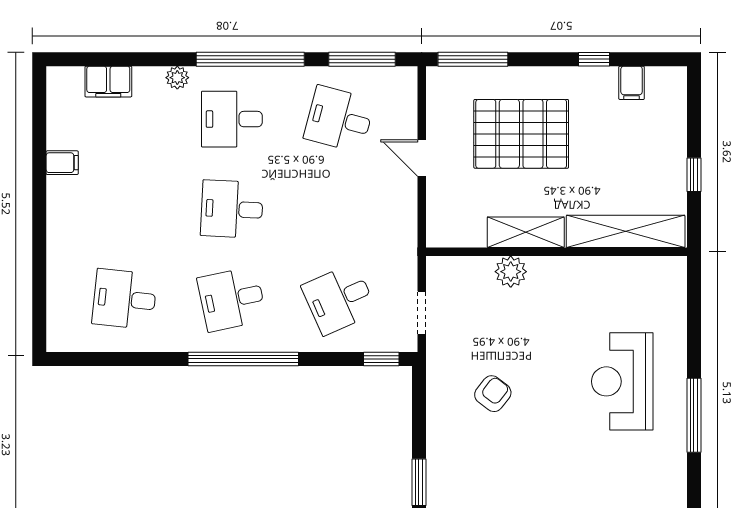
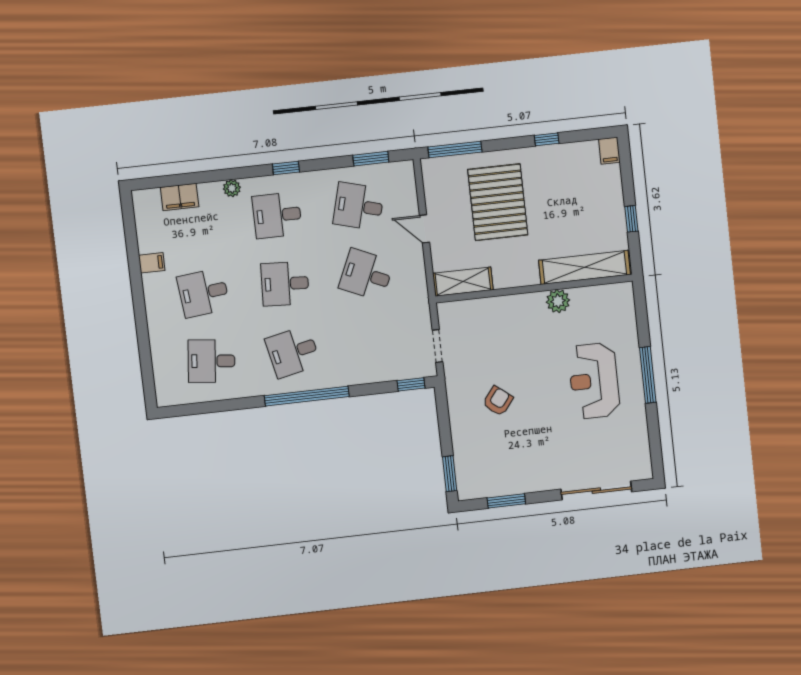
window: (250, 59) -> (286, 168), width x0.32
window: (362, 59) -> (371, 159), width x0.69
filing cabinet: (632, 83) -> (609, 151), moved
pallet: (521, 134) -> (498, 202), turned 90
desk: (125, 209) -> (203, 293), added
shelving: (526, 232) -> (463, 282), moved
plant: (511, 272) -> (558, 301), moved
desk: (339, 299) -> (366, 275), moved, turned 48
window: (694, 415) -> (648, 375), moved

